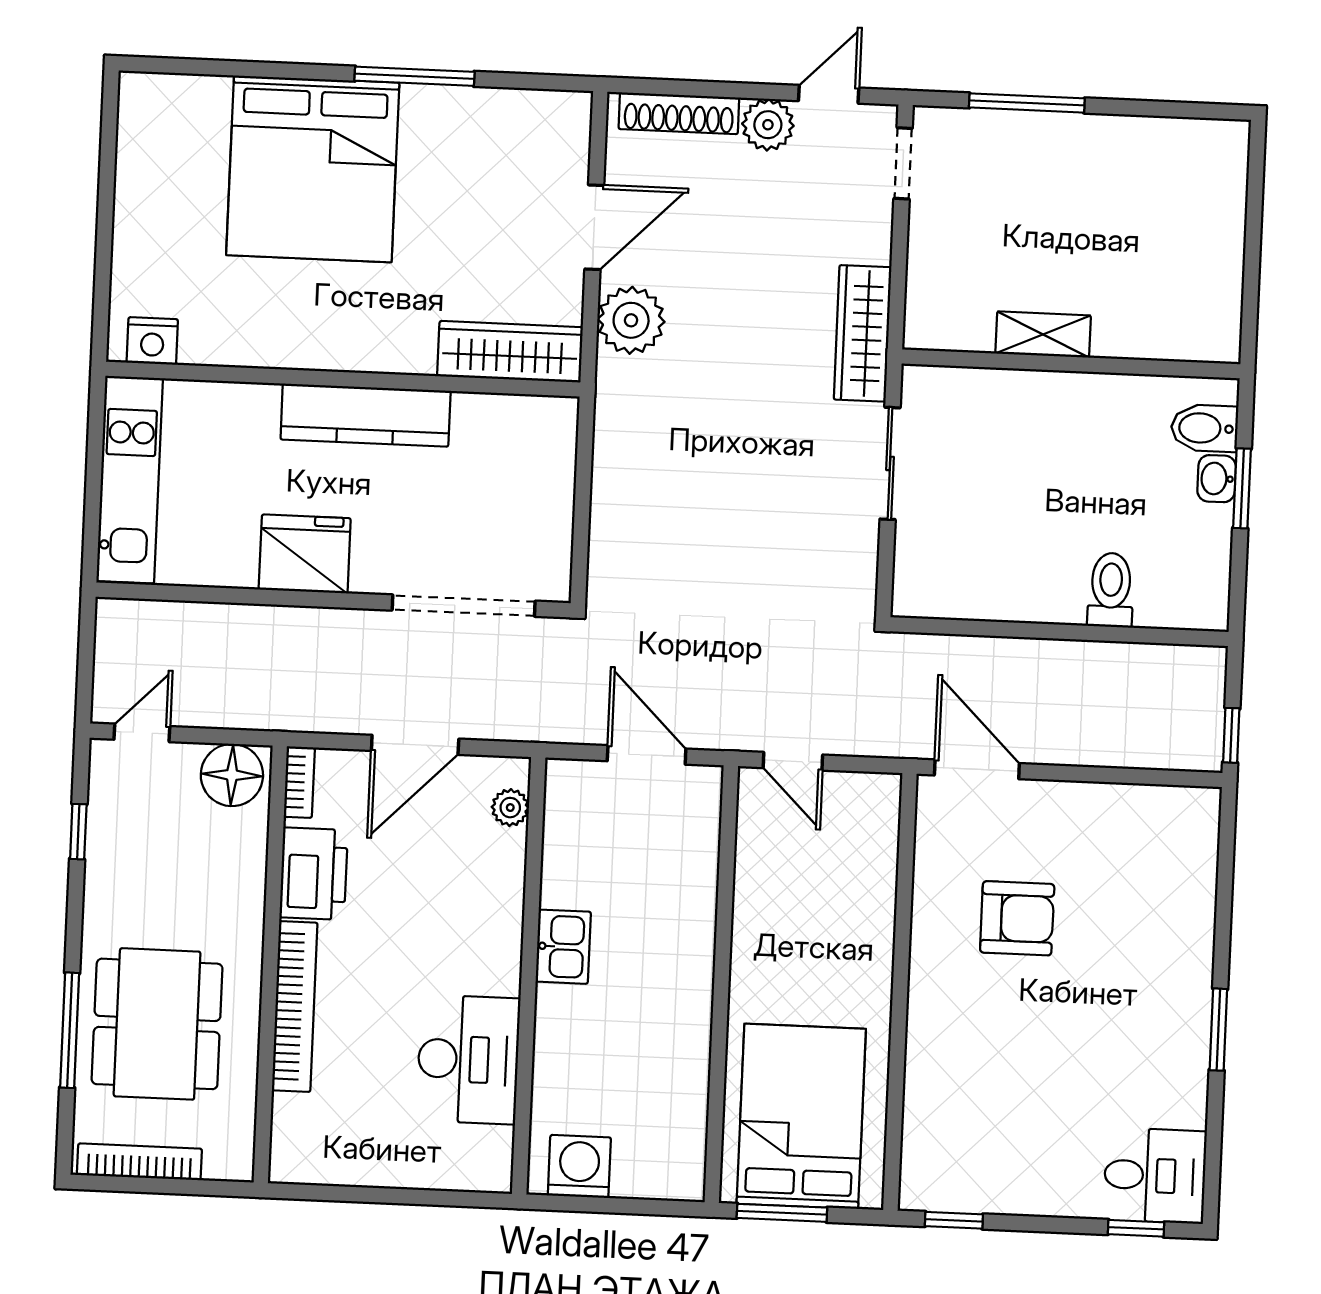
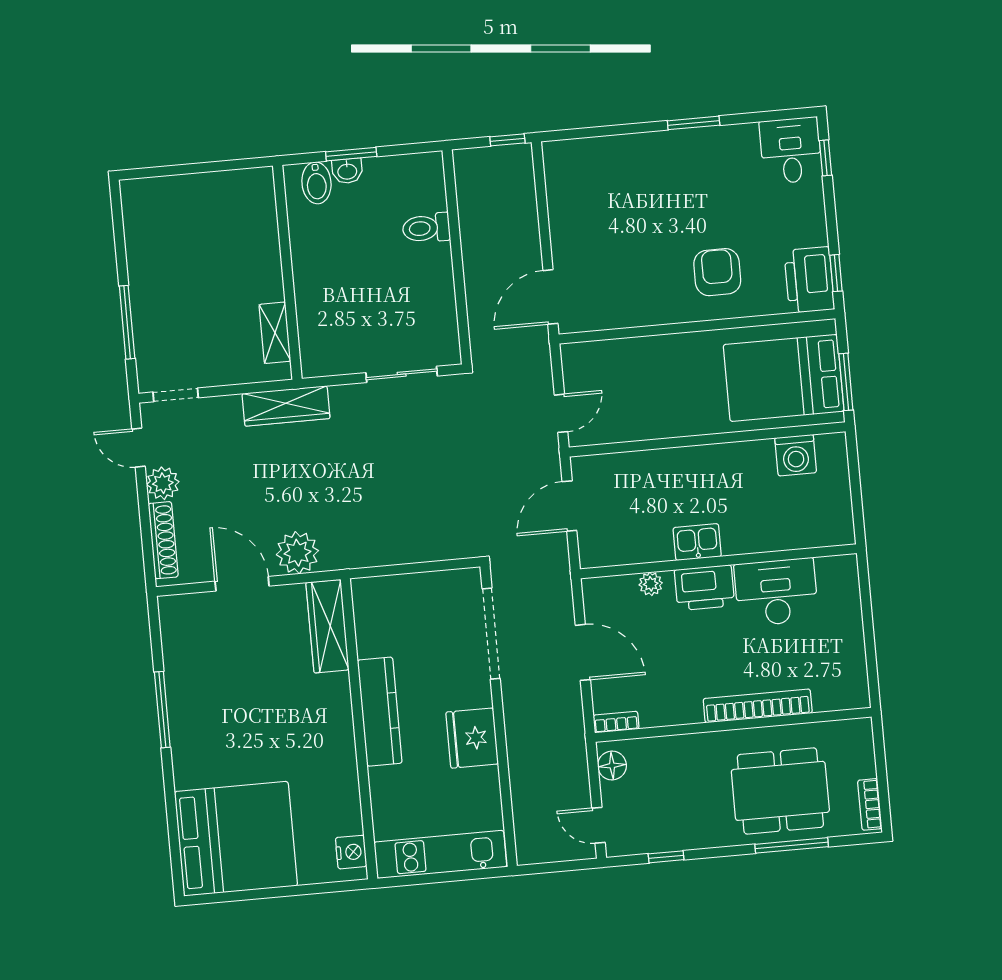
bed: (313, 169) -> (236, 839), moved
shelving: (1043, 334) -> (275, 333), moved
sliding door: (890, 463) -> (402, 374), moved
floor lamp: (232, 775) -> (612, 766), width x0.73, depth x0.73
plant: (510, 808) -> (651, 584), moved
printer: (314, 874) -> (704, 588), moved, turned 180
armchair: (1017, 918) -> (717, 272), moved
bookcase: (139, 1162) -> (870, 804), width x0.64
washing machine: (579, 1166) -> (796, 455), moved, turned -90
printer: (949, 1177) -> (809, 280), added

